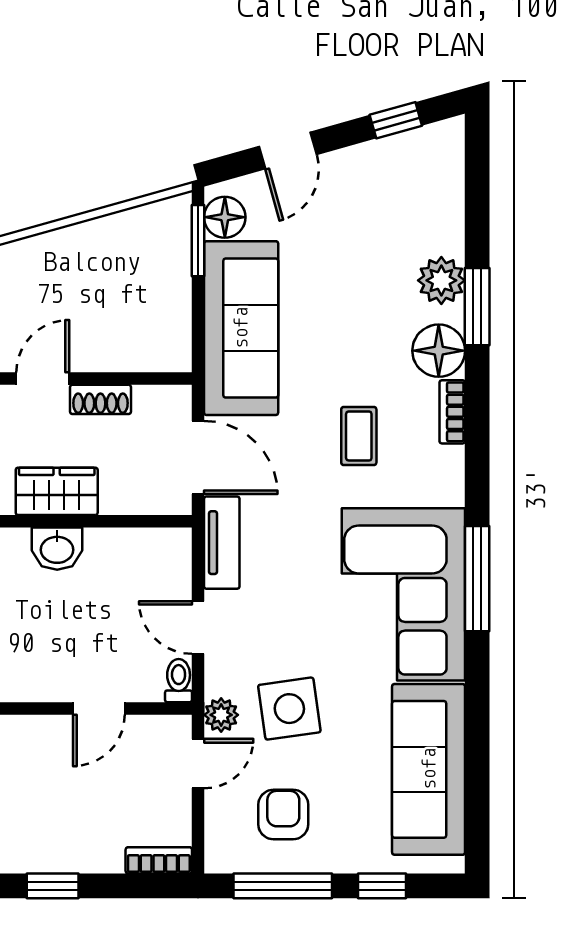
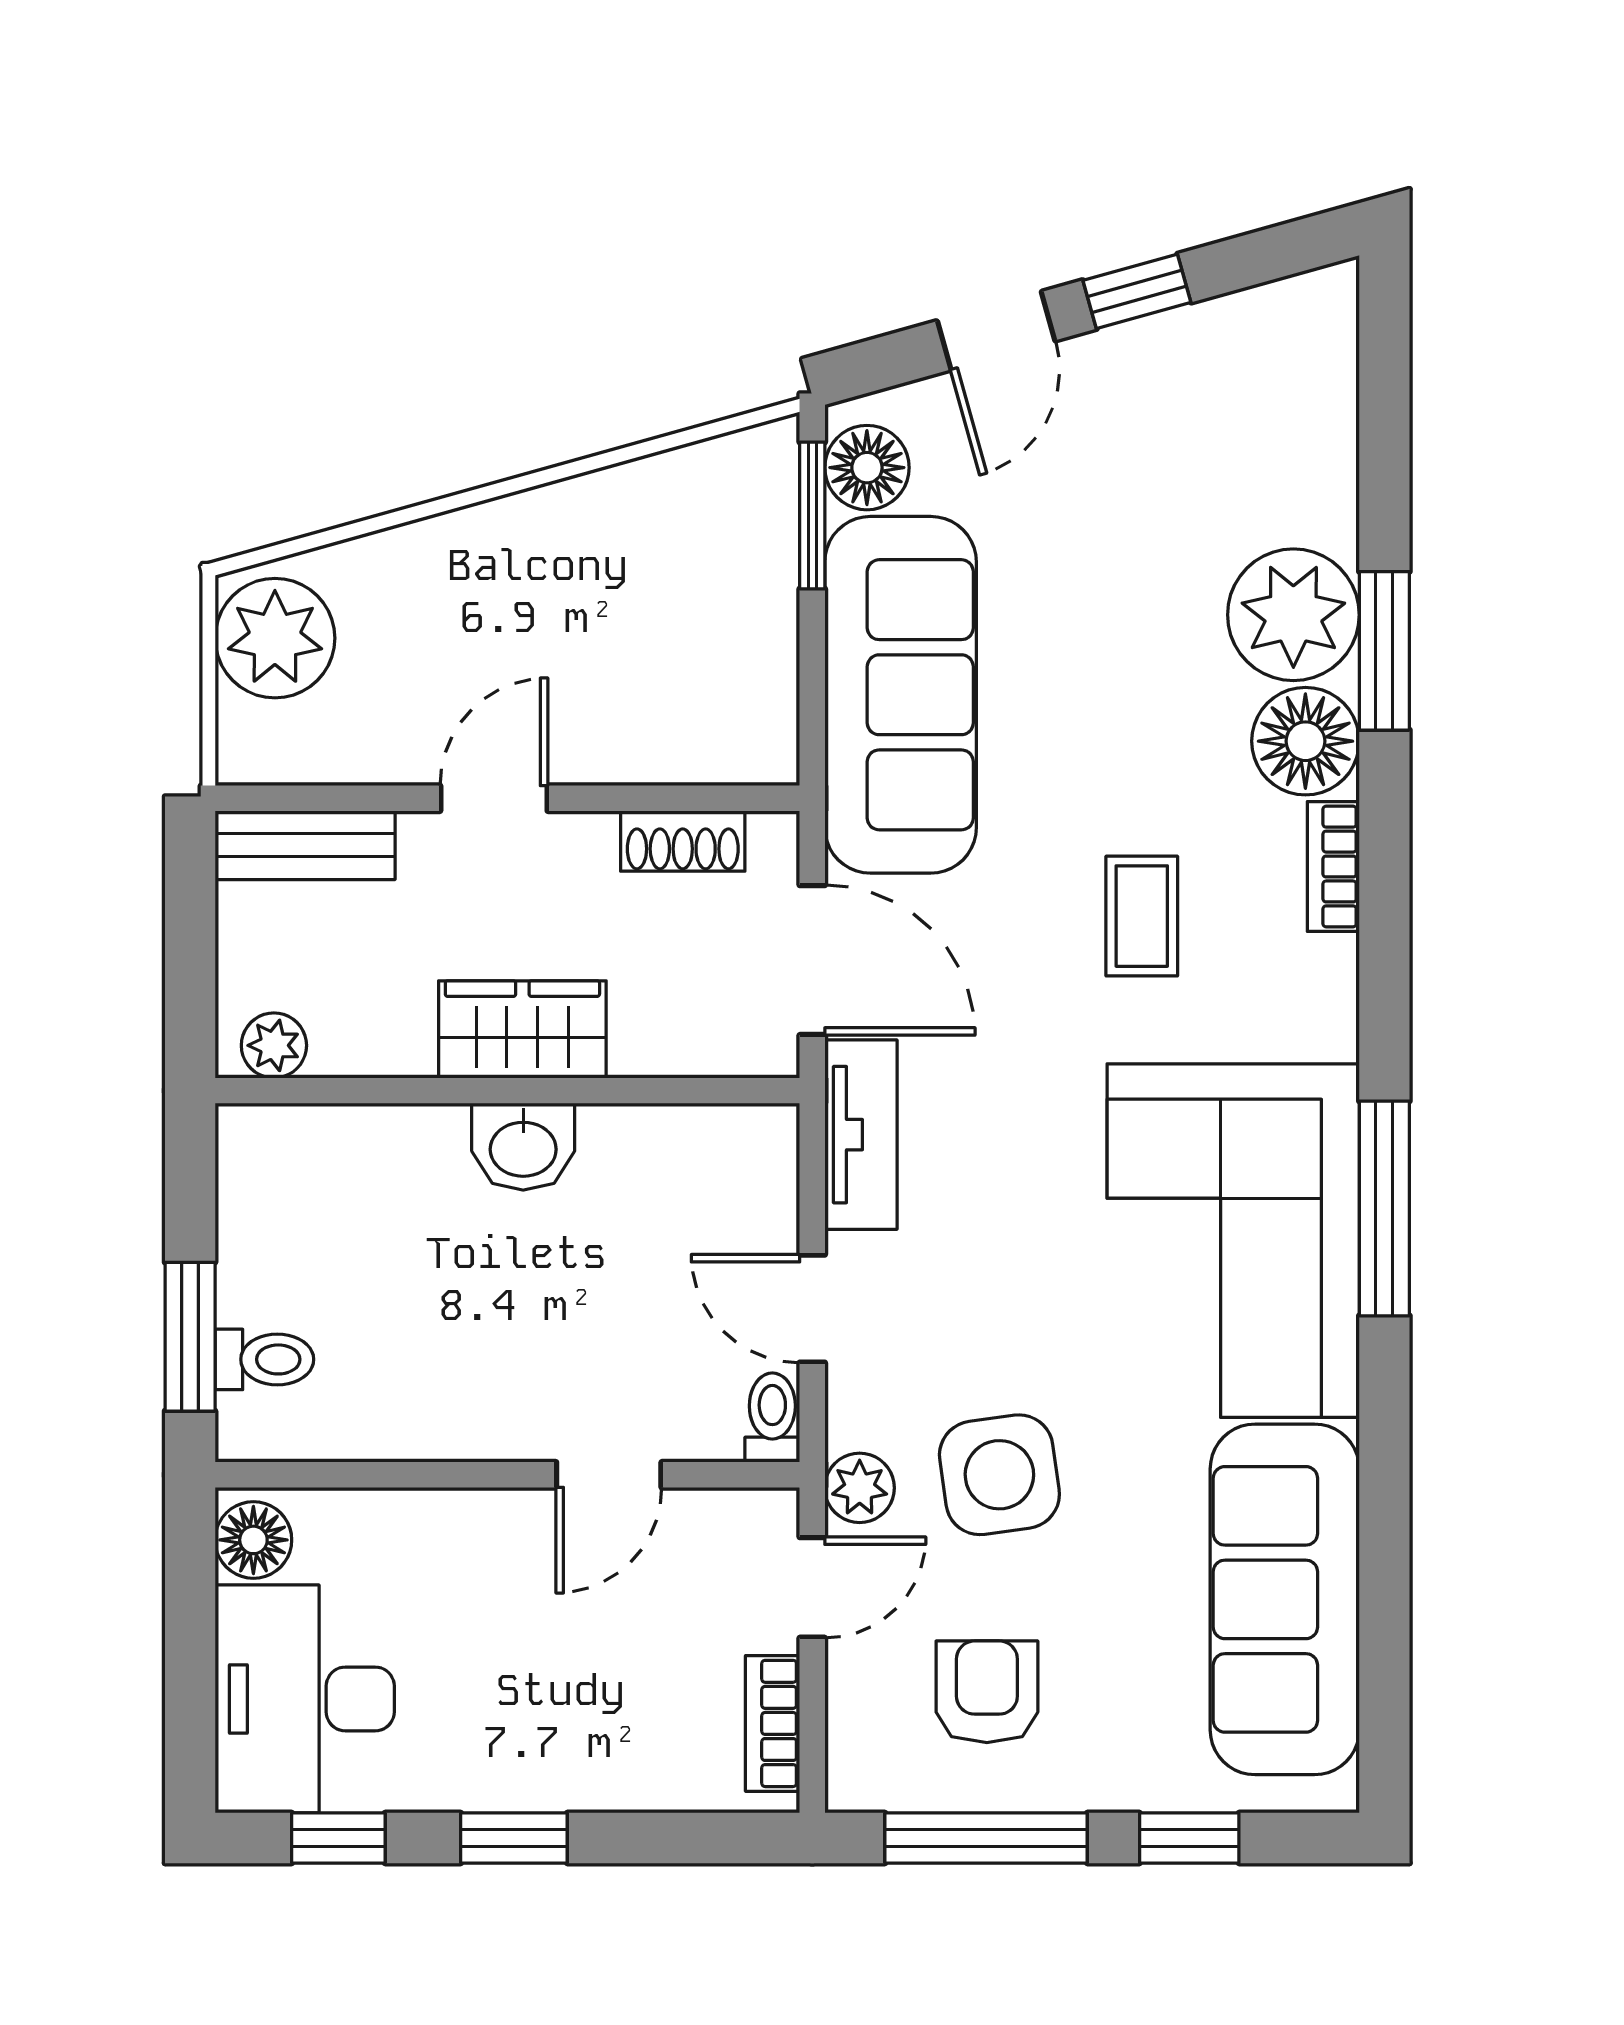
window: (396, 120) -> (1137, 291), moved
plant: (441, 280) -> (1293, 615), width x1.36, depth x1.36
shoe rack: (100, 399) -> (683, 841), moved
bookcase: (159, 860) -> (773, 1723), moved, turned -90

